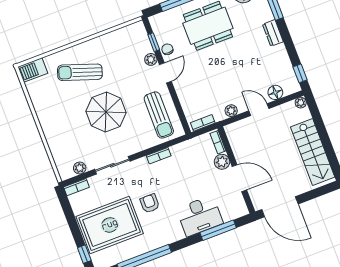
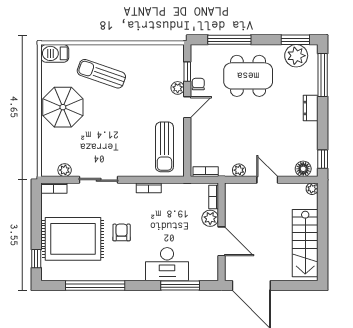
floor lamp: (275, 92) -> (303, 169), moved
parasol: (106, 112) -> (63, 107), moved

